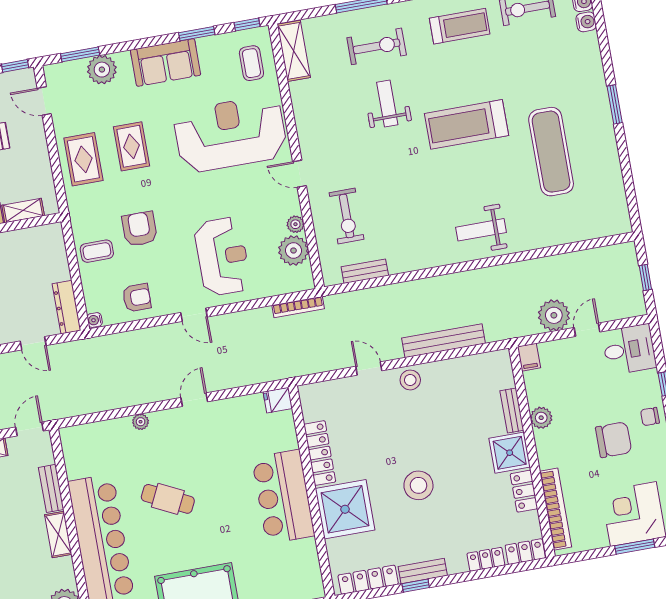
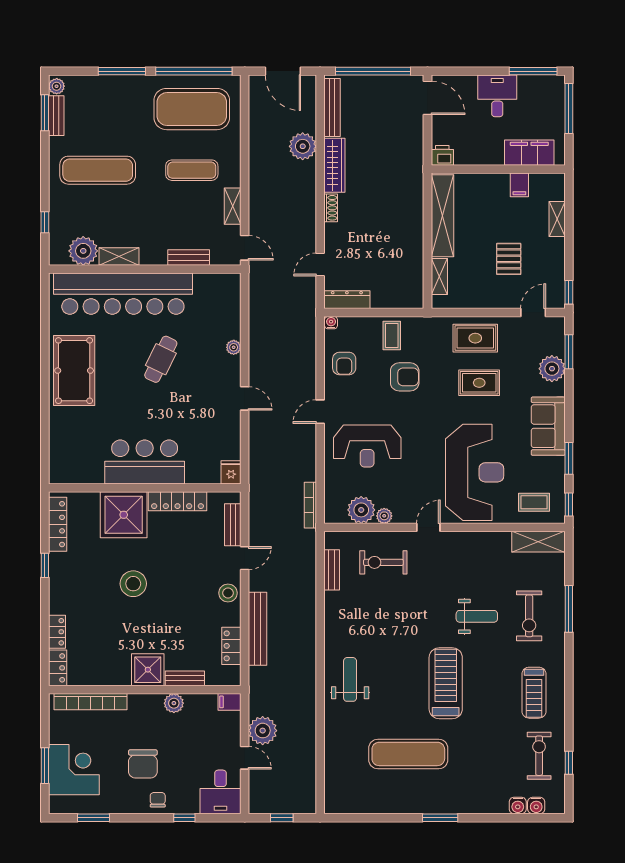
locker: (524, 491) -> (231, 646), moved, turned -90
shelving: (58, 535) -> (119, 256), moved
bench: (423, 571) -> (233, 525), moved

